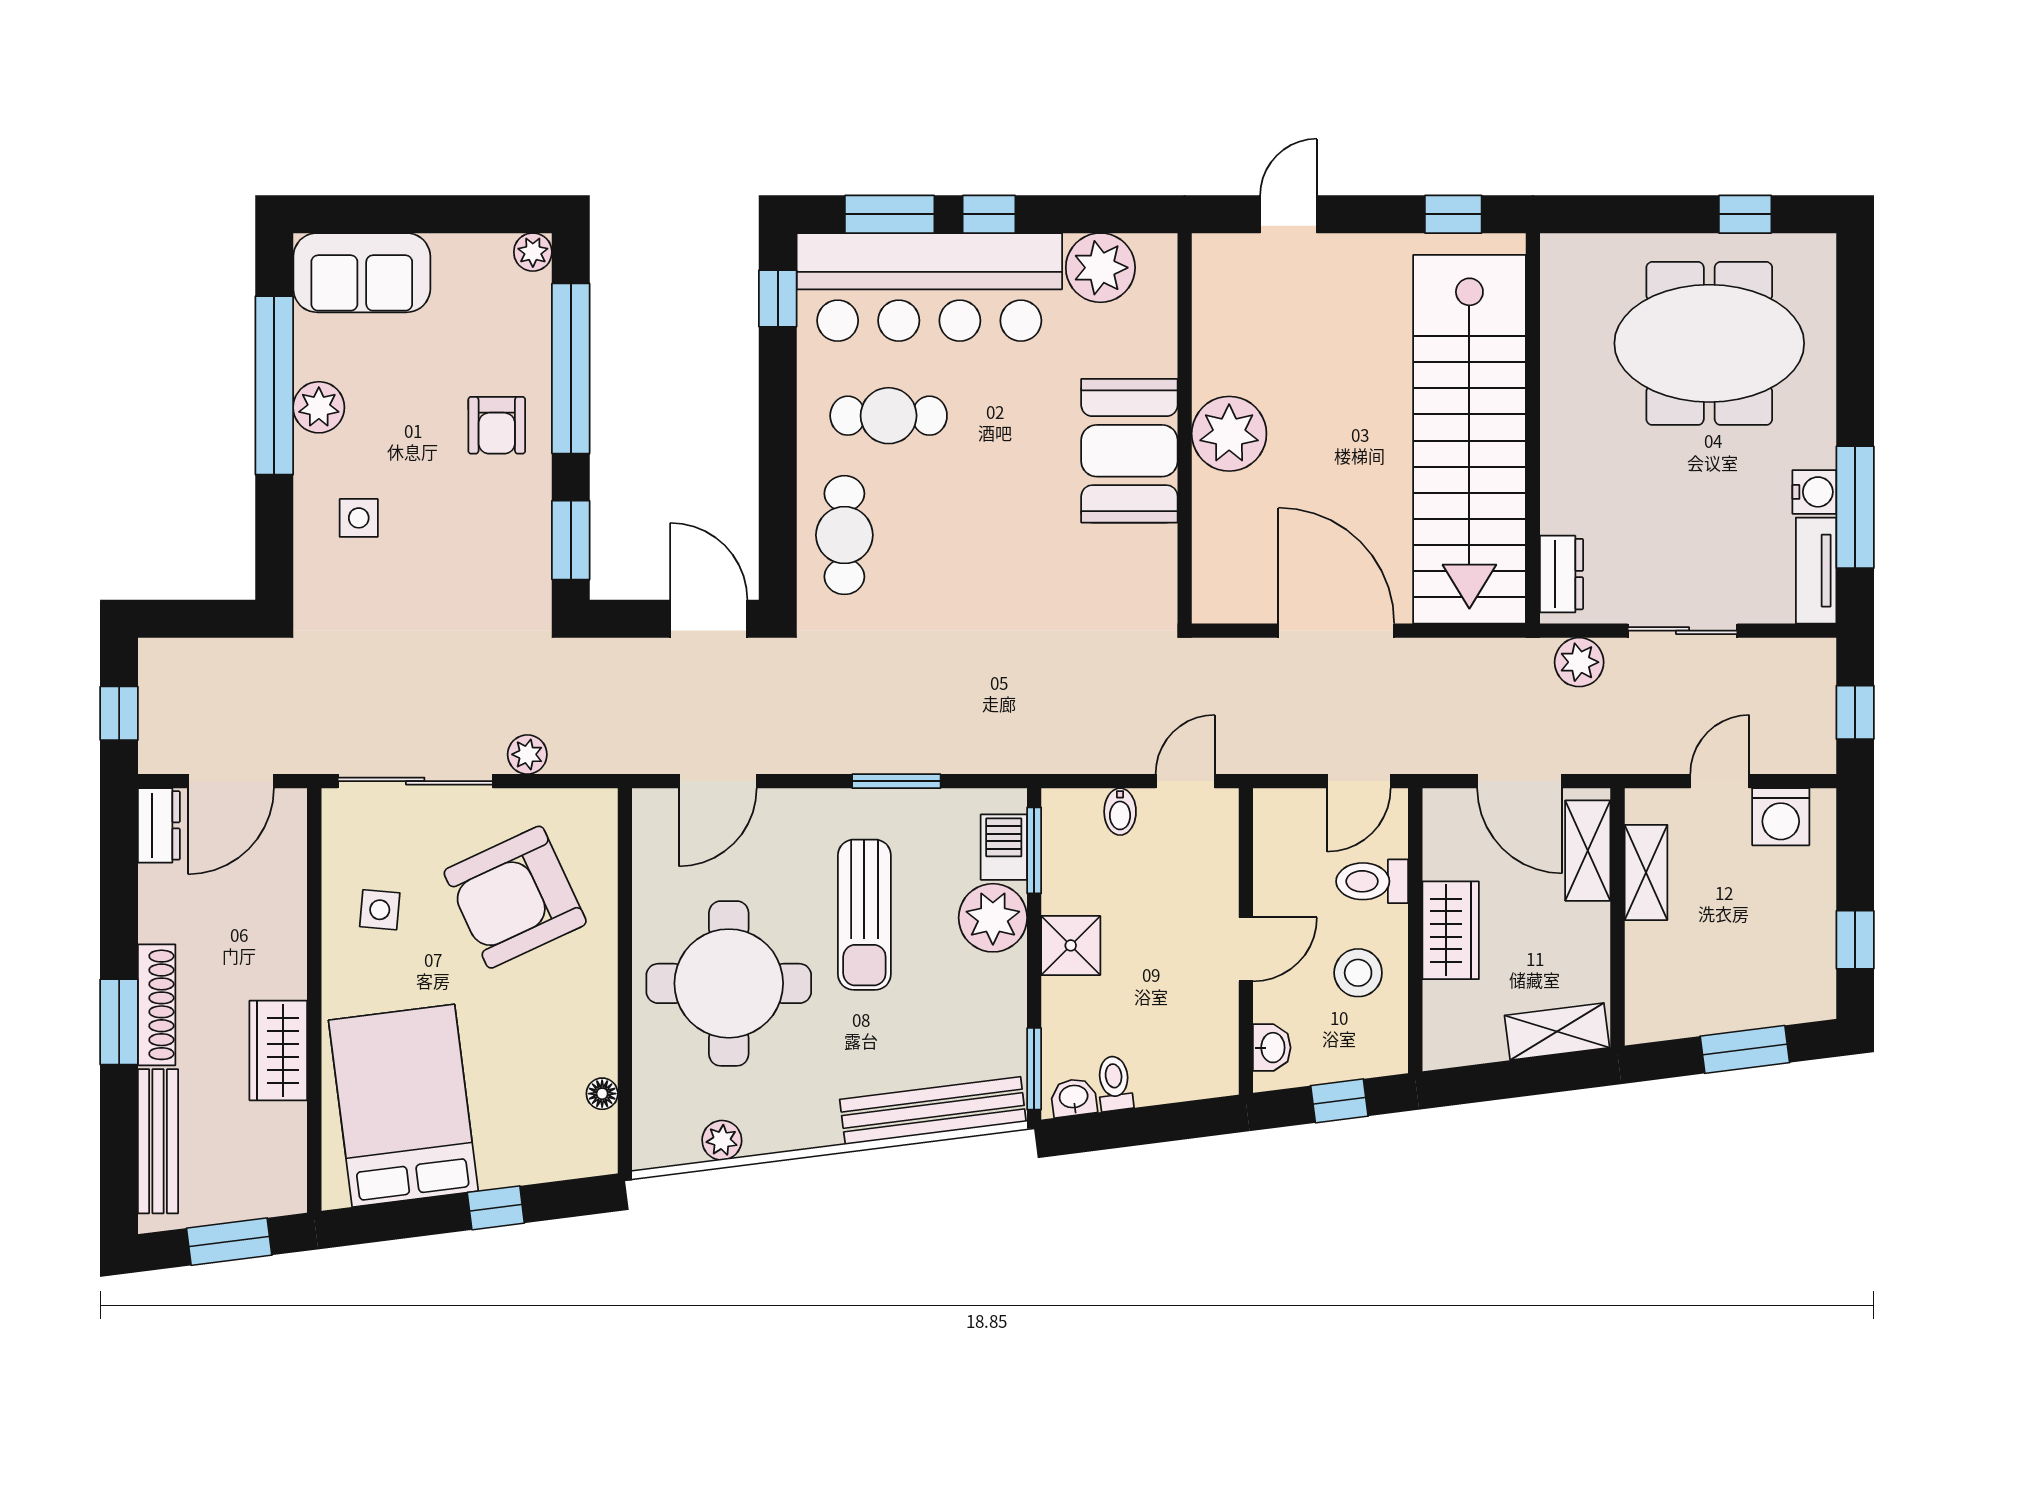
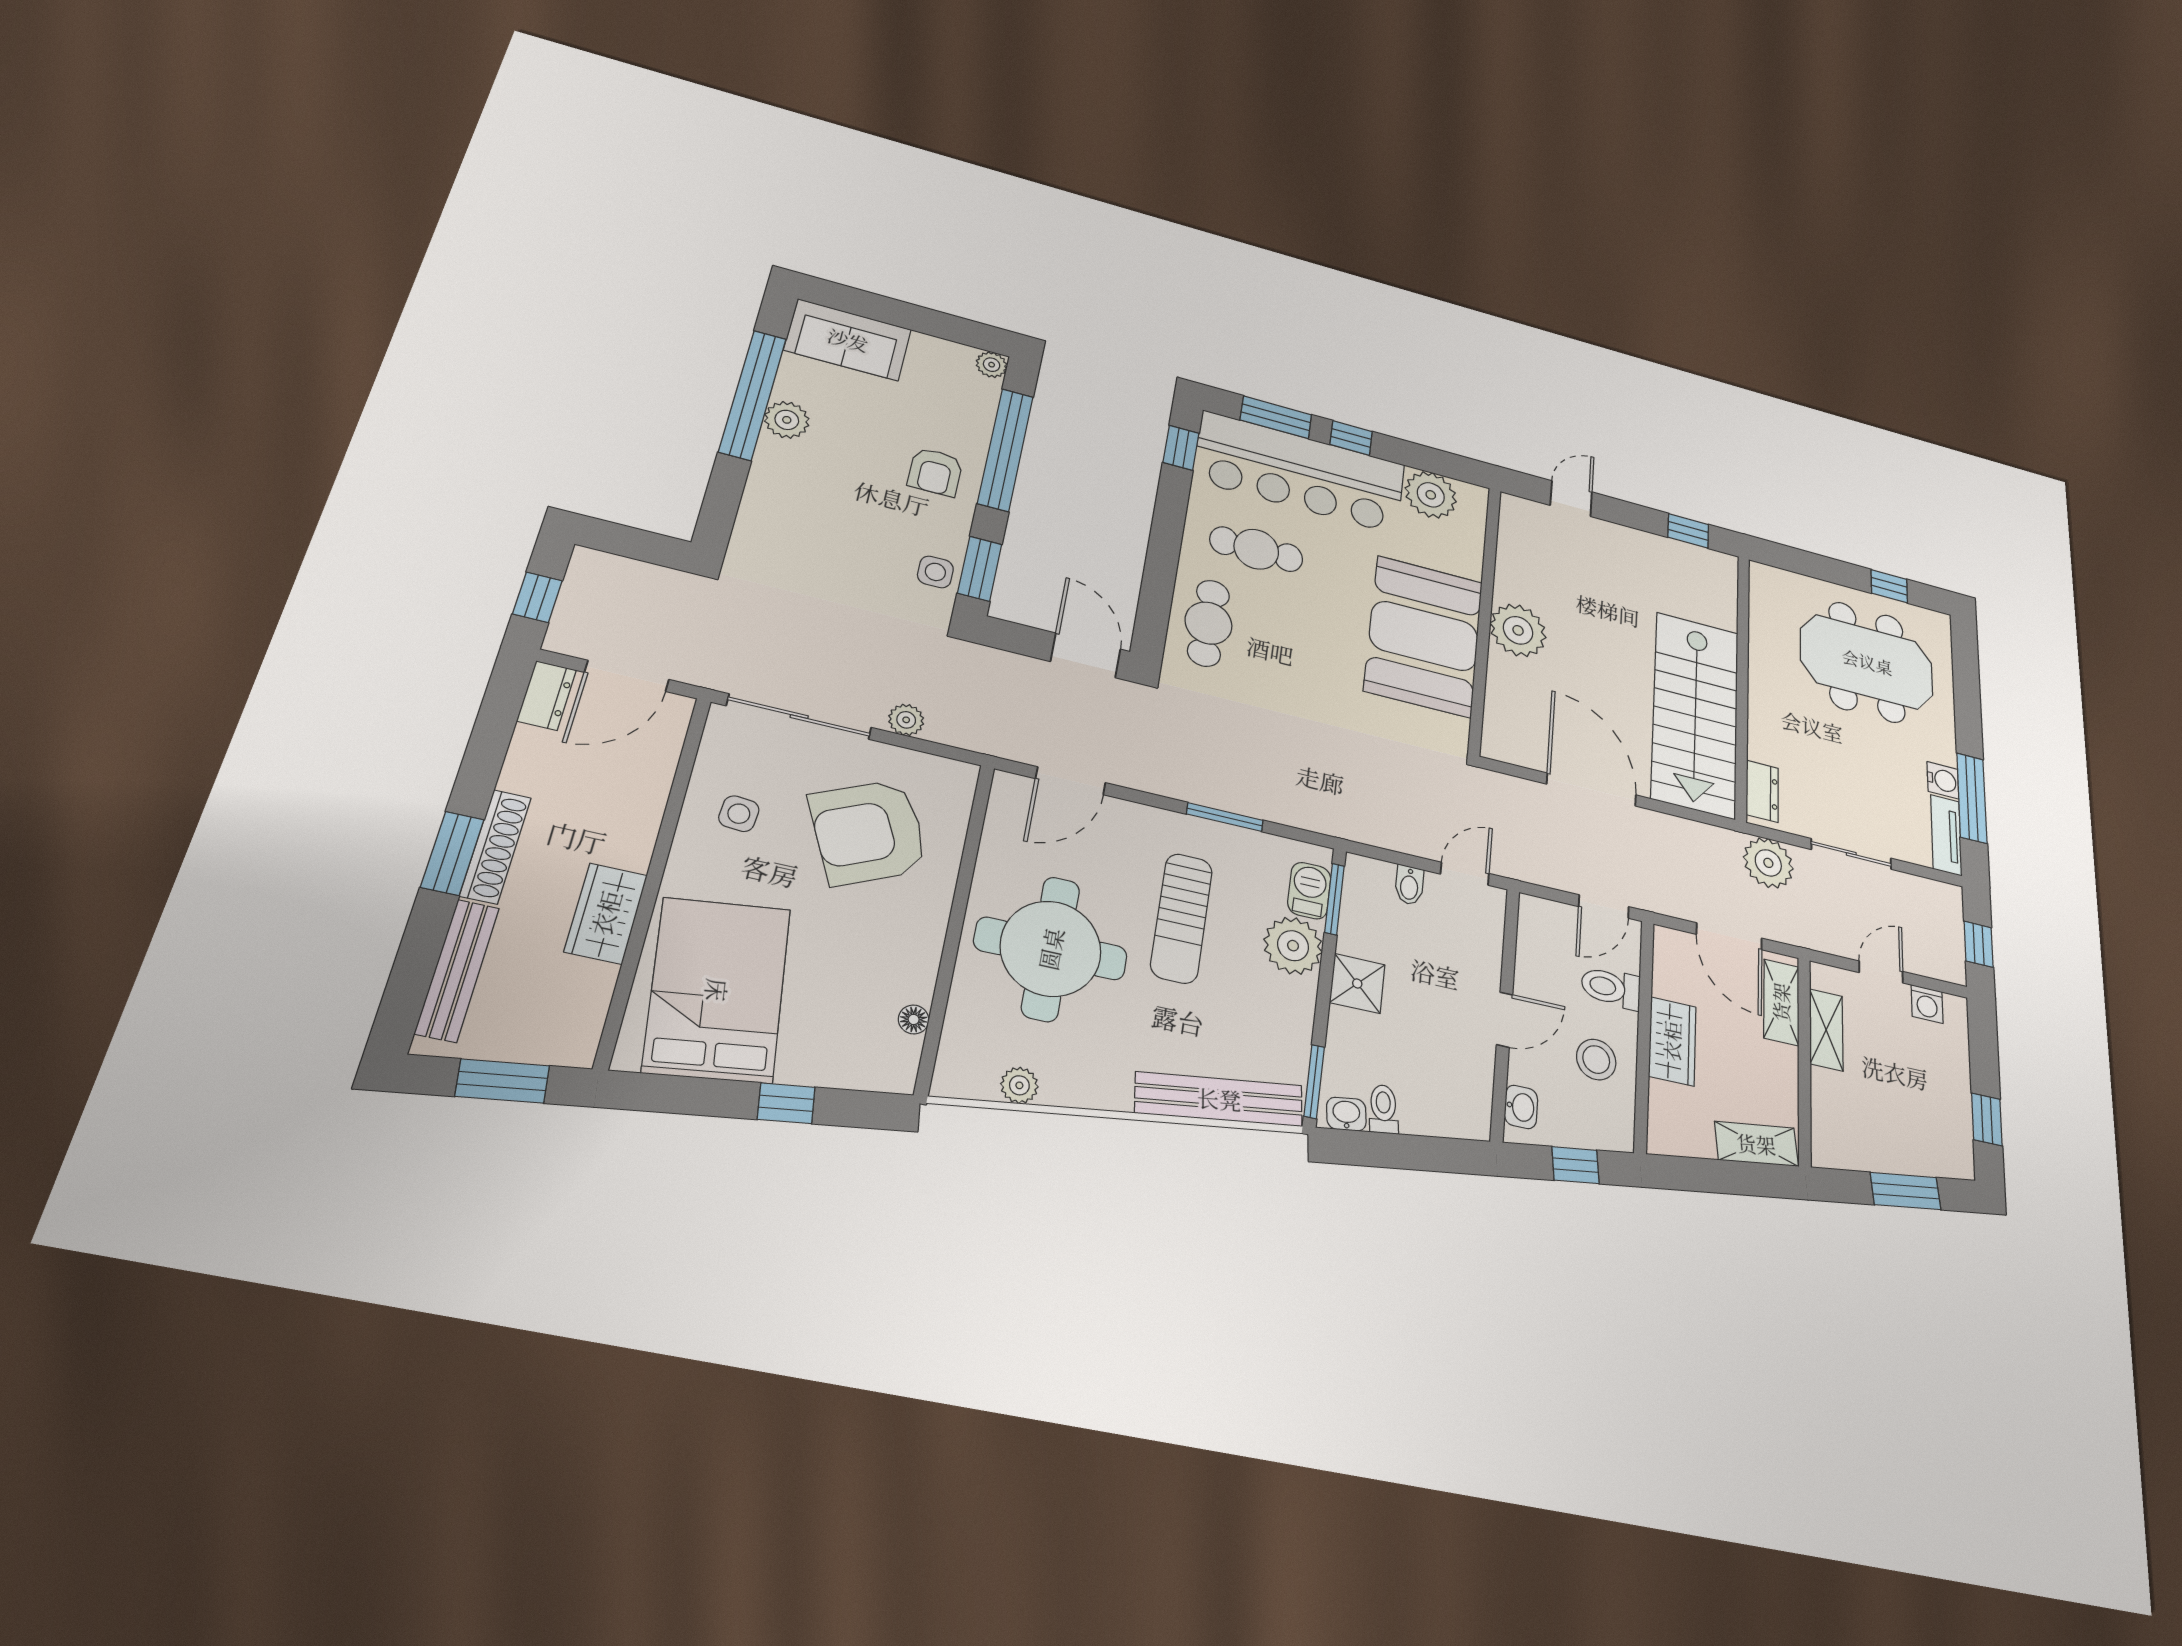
stairs: (1469, 439) -> (1695, 714), width x0.73
booth: (1129, 451) -> (1424, 636), width x1.36, depth x1.42
side table: (359, 518) -> (935, 572), moved
plant: (1579, 662) -> (1768, 863), width x1.36, depth x1.36
washing machine: (1781, 817) -> (1927, 1004), width x0.73, depth x0.73

